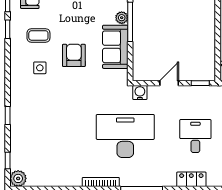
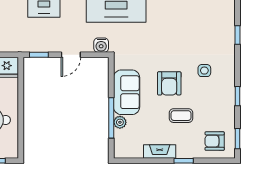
window: (8, 29) -> (238, 96), moved
coffee table: (38, 35) -> (181, 116), moved
window: (8, 115) -> (238, 35), moved

